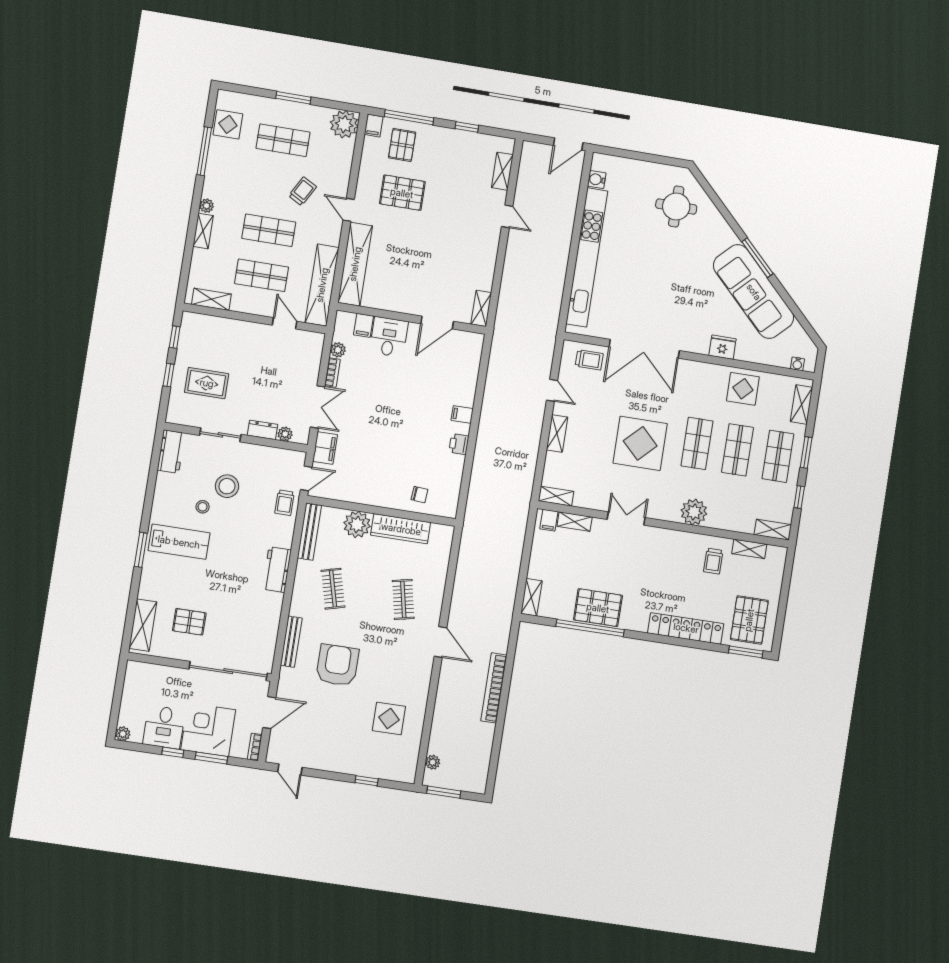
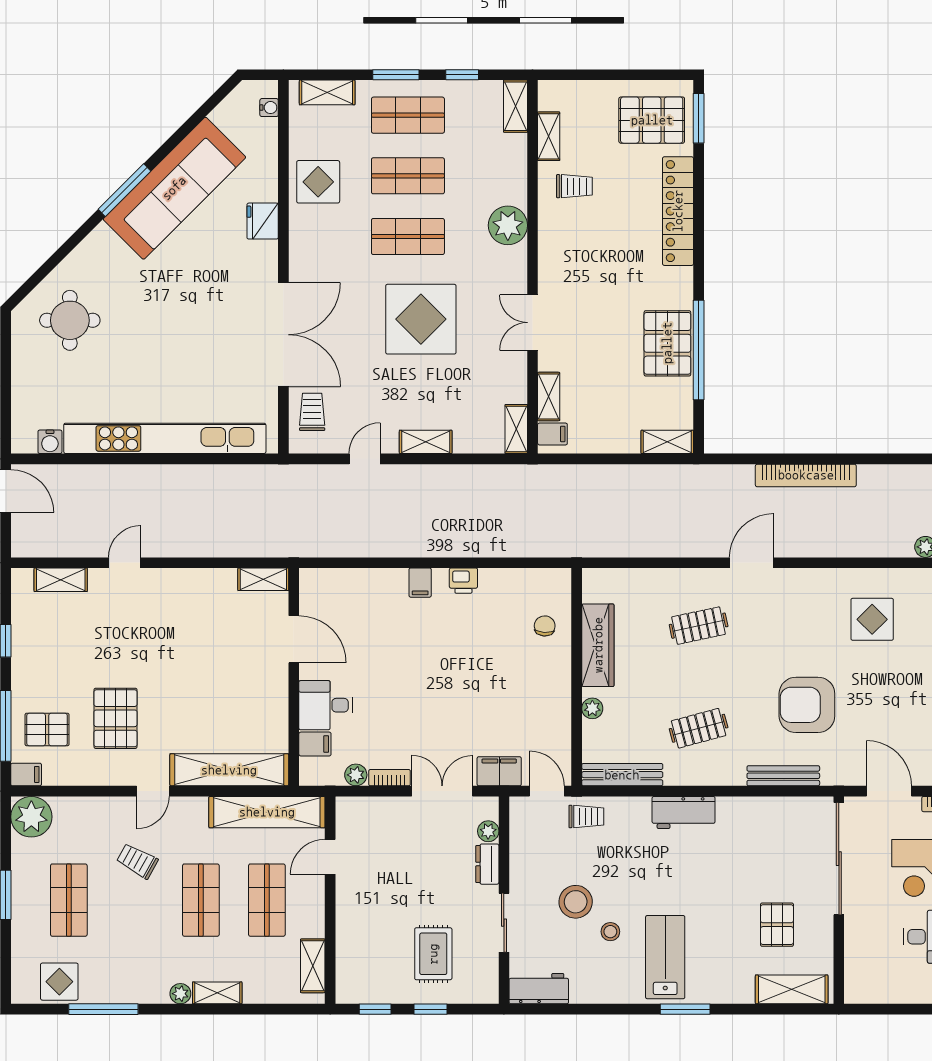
plant: (357, 524) -> (592, 708), width x0.53, depth x0.53

